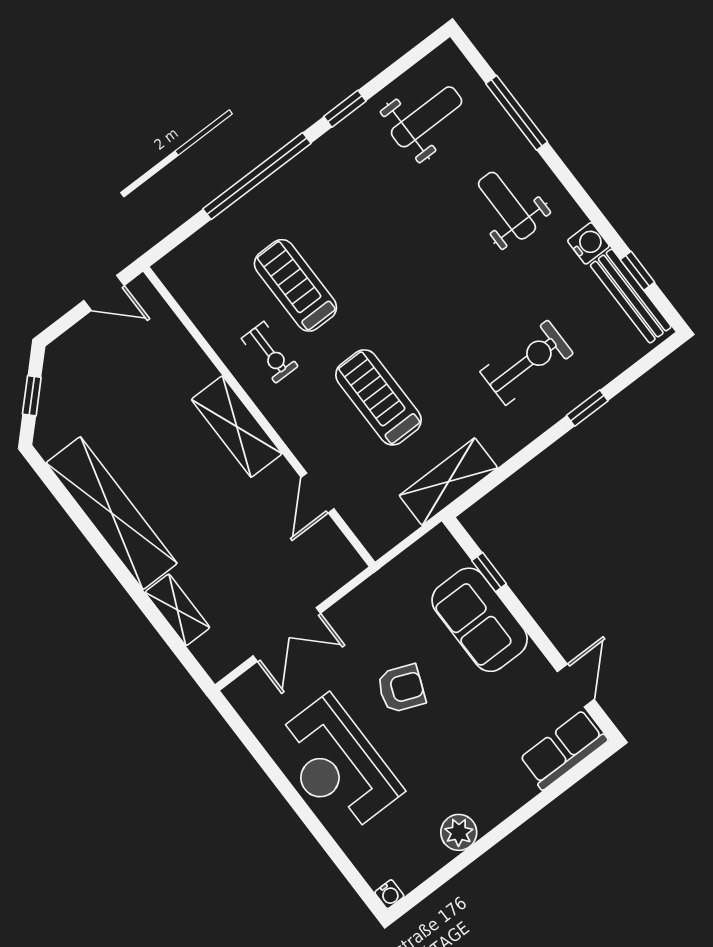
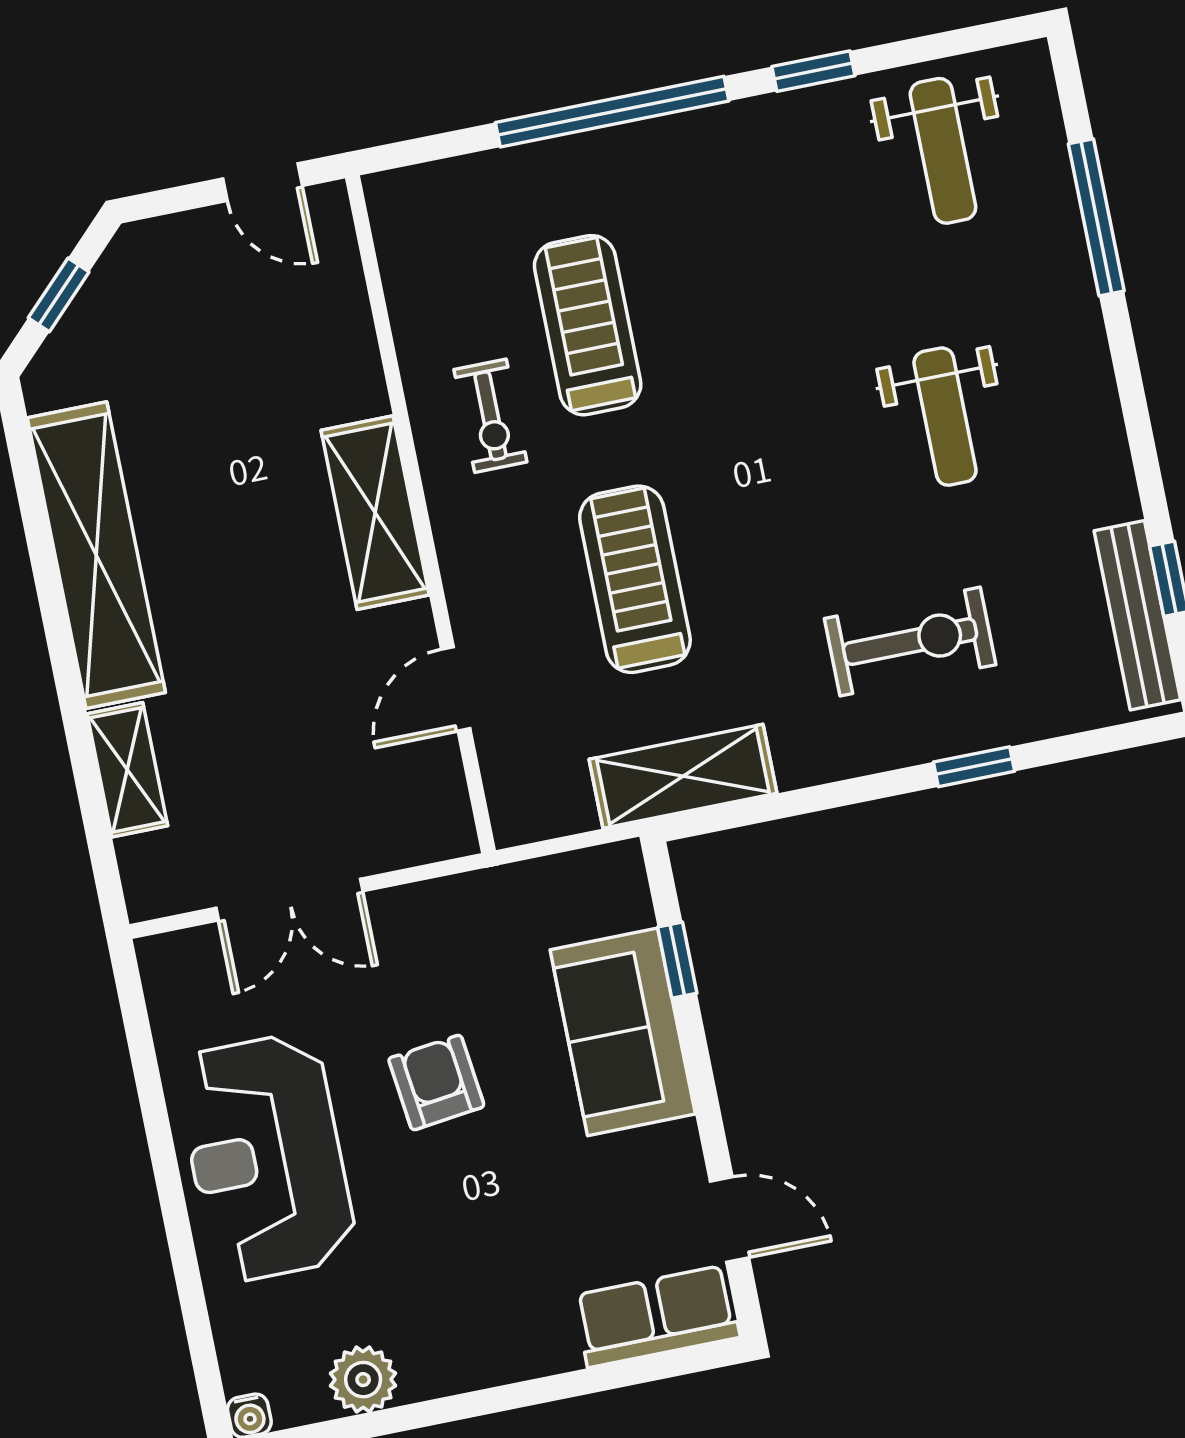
weight bench: (427, 117) -> (943, 151), turned 90
weight bench: (507, 206) -> (945, 417), moved, turned 180
water cooler: (588, 243) -> (1110, 493), removed
door: (576, 686) -> (729, 1219), hinge flipped
armchair: (401, 688) -> (436, 1083), turned -119
plant: (459, 832) -> (363, 1380), moved

